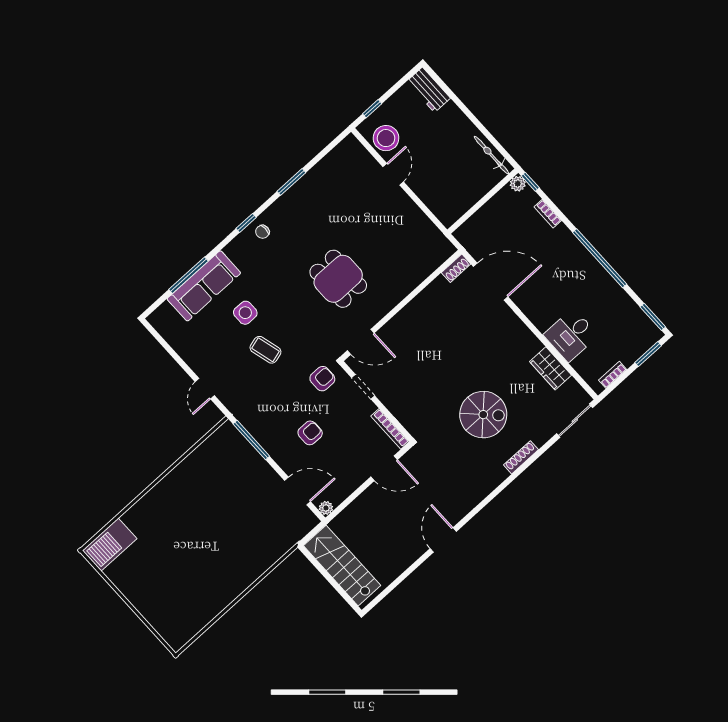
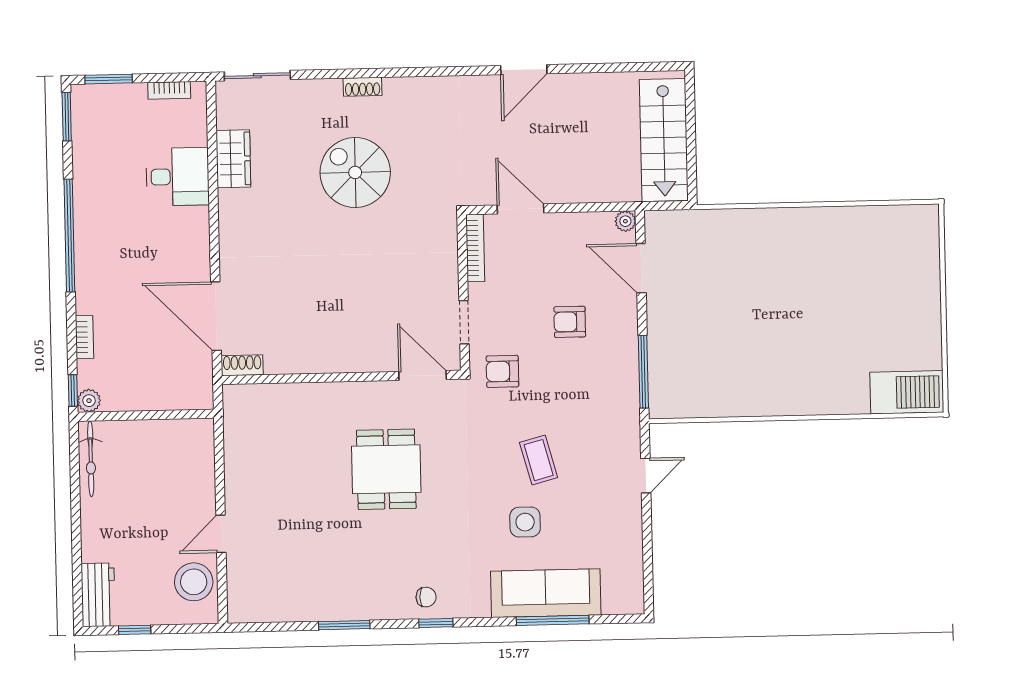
window: (372, 109) -> (135, 630), moved
shoe rack: (521, 457) -> (363, 87), width x0.70

